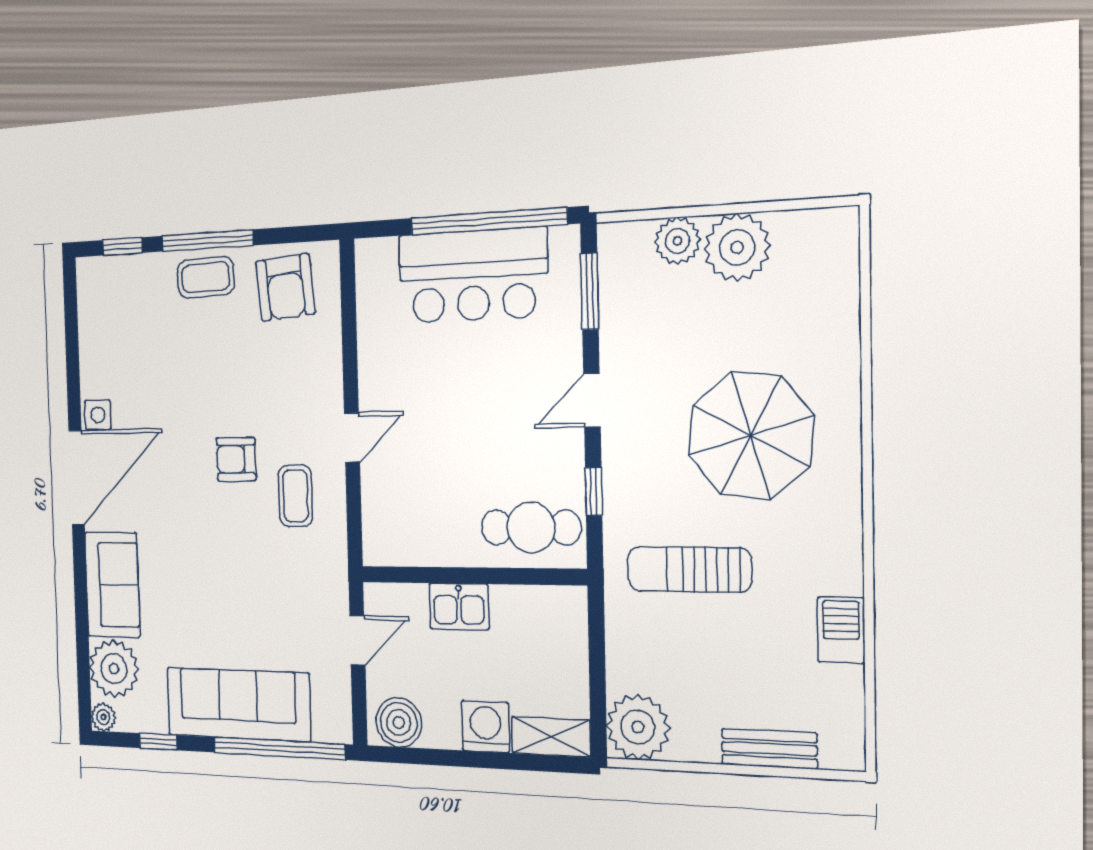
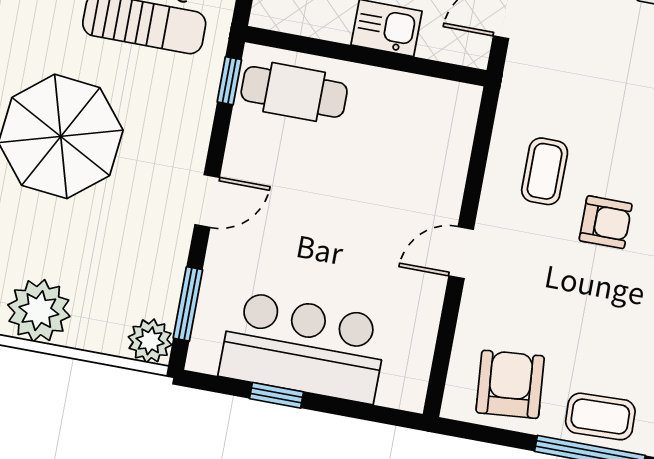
window: (488, 221) -> (277, 395), width x0.32
plant: (677, 241) -> (150, 341), moved
door: (352, 438) -> (461, 253), moved
window: (594, 492) -> (229, 81), moved

